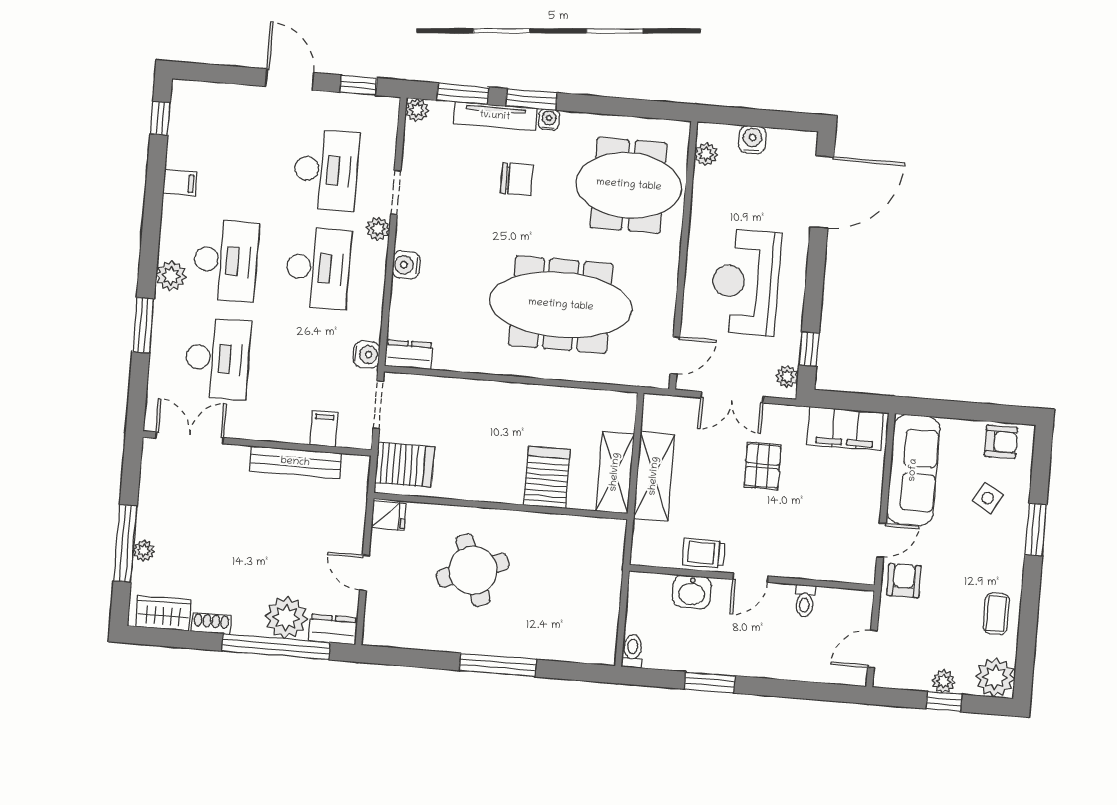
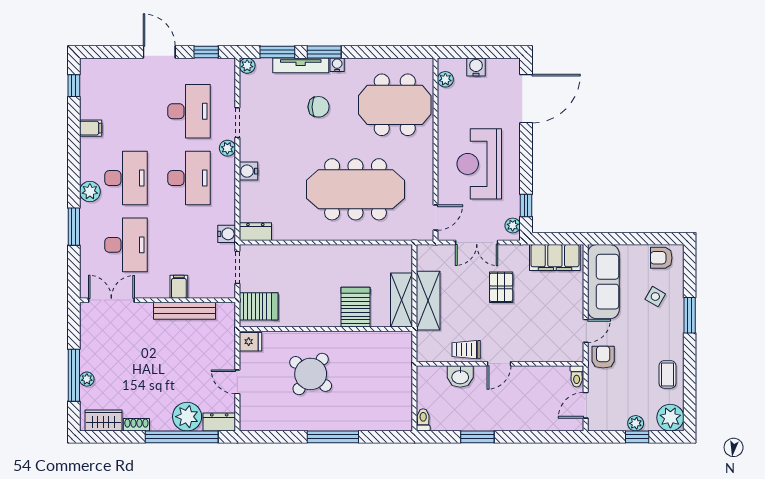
filing cabinet: (324, 429) -> (179, 287), moved
armchair: (1001, 442) -> (661, 258), turned 180
round table: (473, 570) -> (311, 374), turned -32
toilet: (805, 601) -> (577, 376), moved

